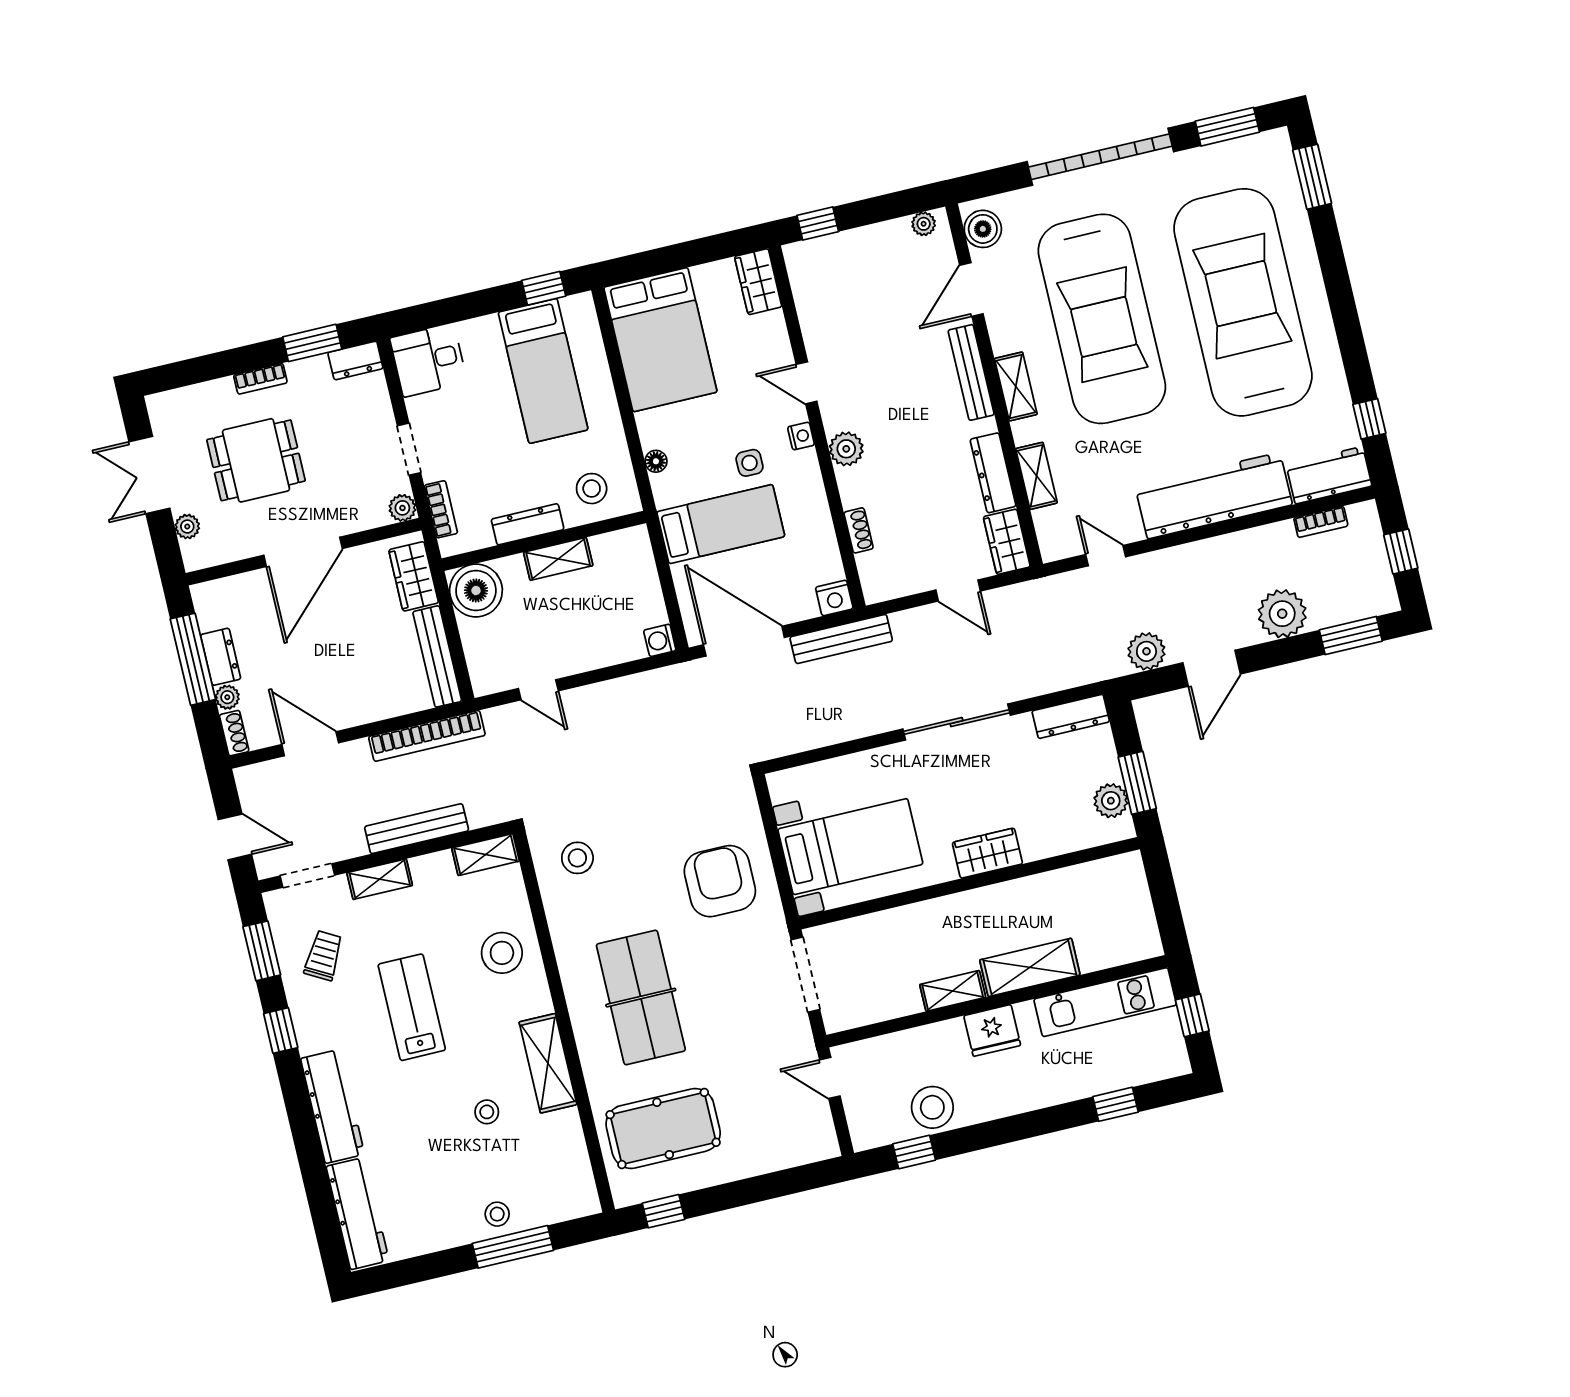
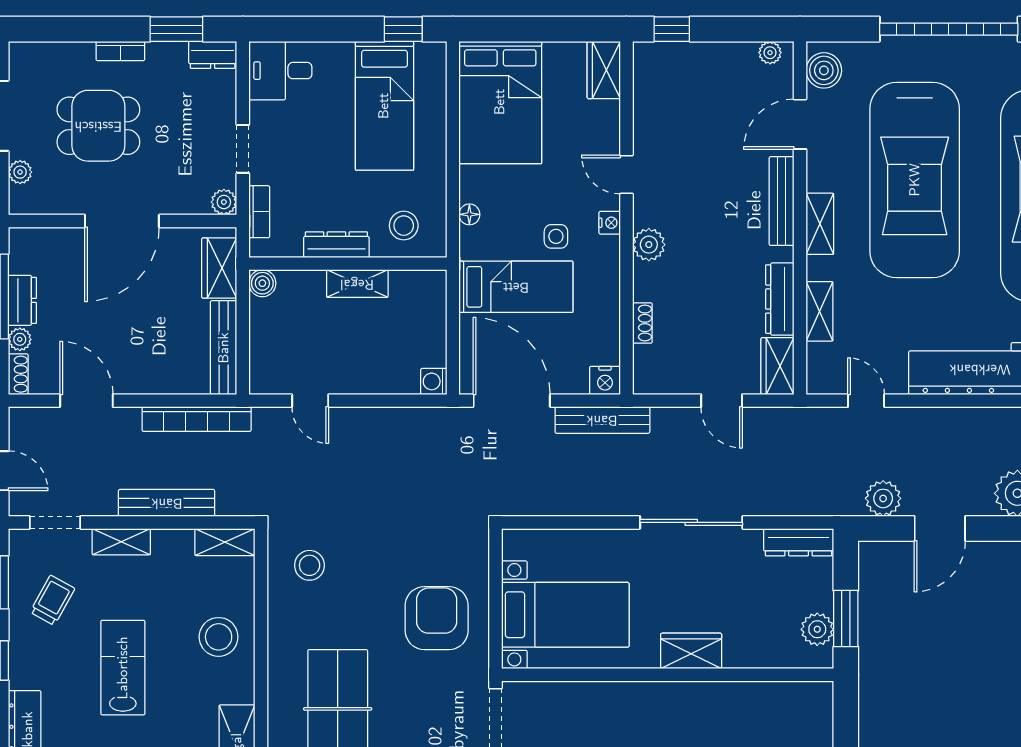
boiler: (476, 590) -> (262, 283), width x0.54, depth x0.54

